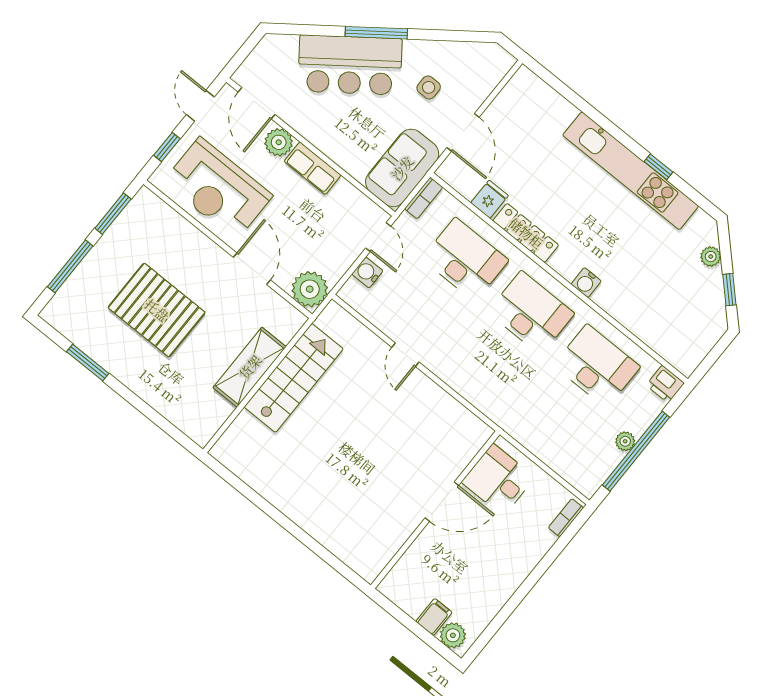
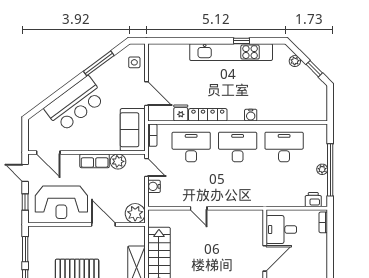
window: (376, 33) -> (99, 63), moved
side table: (429, 87) -> (134, 62), moved
plant: (279, 142) -> (118, 161), moved
printer: (665, 384) -> (313, 200), moved, turned 180

